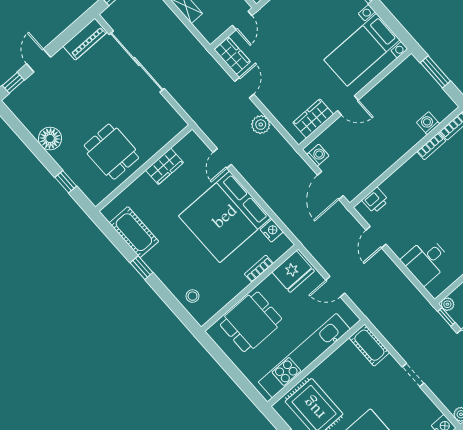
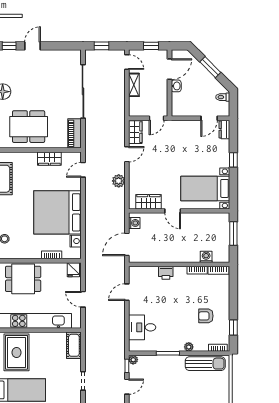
piano: (85, 39) -> (75, 133), moved, turned 90
dining table: (111, 152) -> (29, 127), width x1.38
door: (222, 158) -> (83, 170), moved
printer: (375, 200) -> (166, 273), moved
fridge: (293, 272) -> (73, 270), width x0.53, depth x0.75

